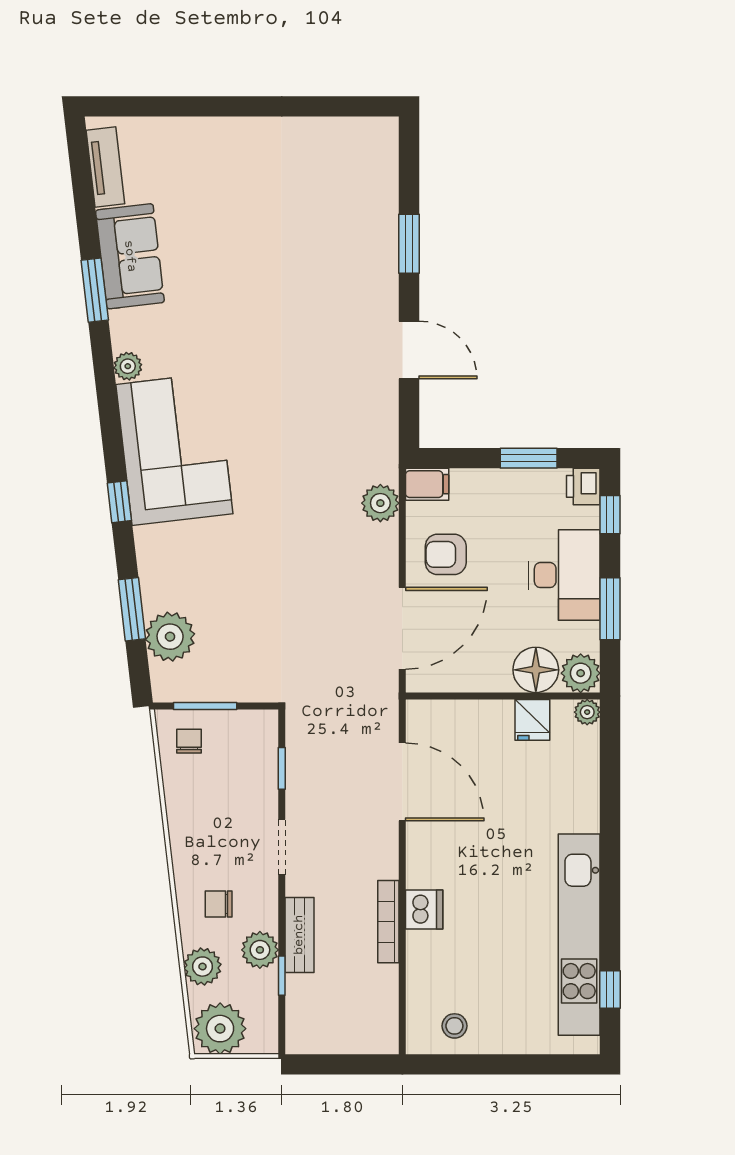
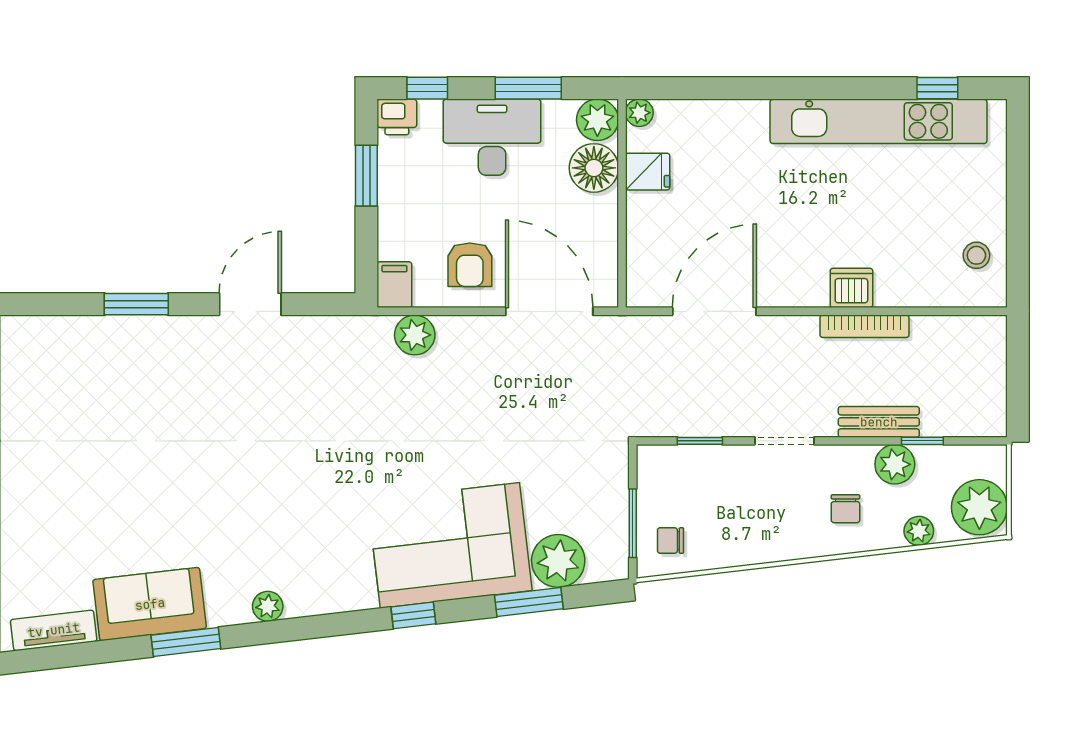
corner sofa: (174, 449) -> (450, 545), moved
plant: (202, 967) -> (919, 531), width x0.73, depth x0.73

